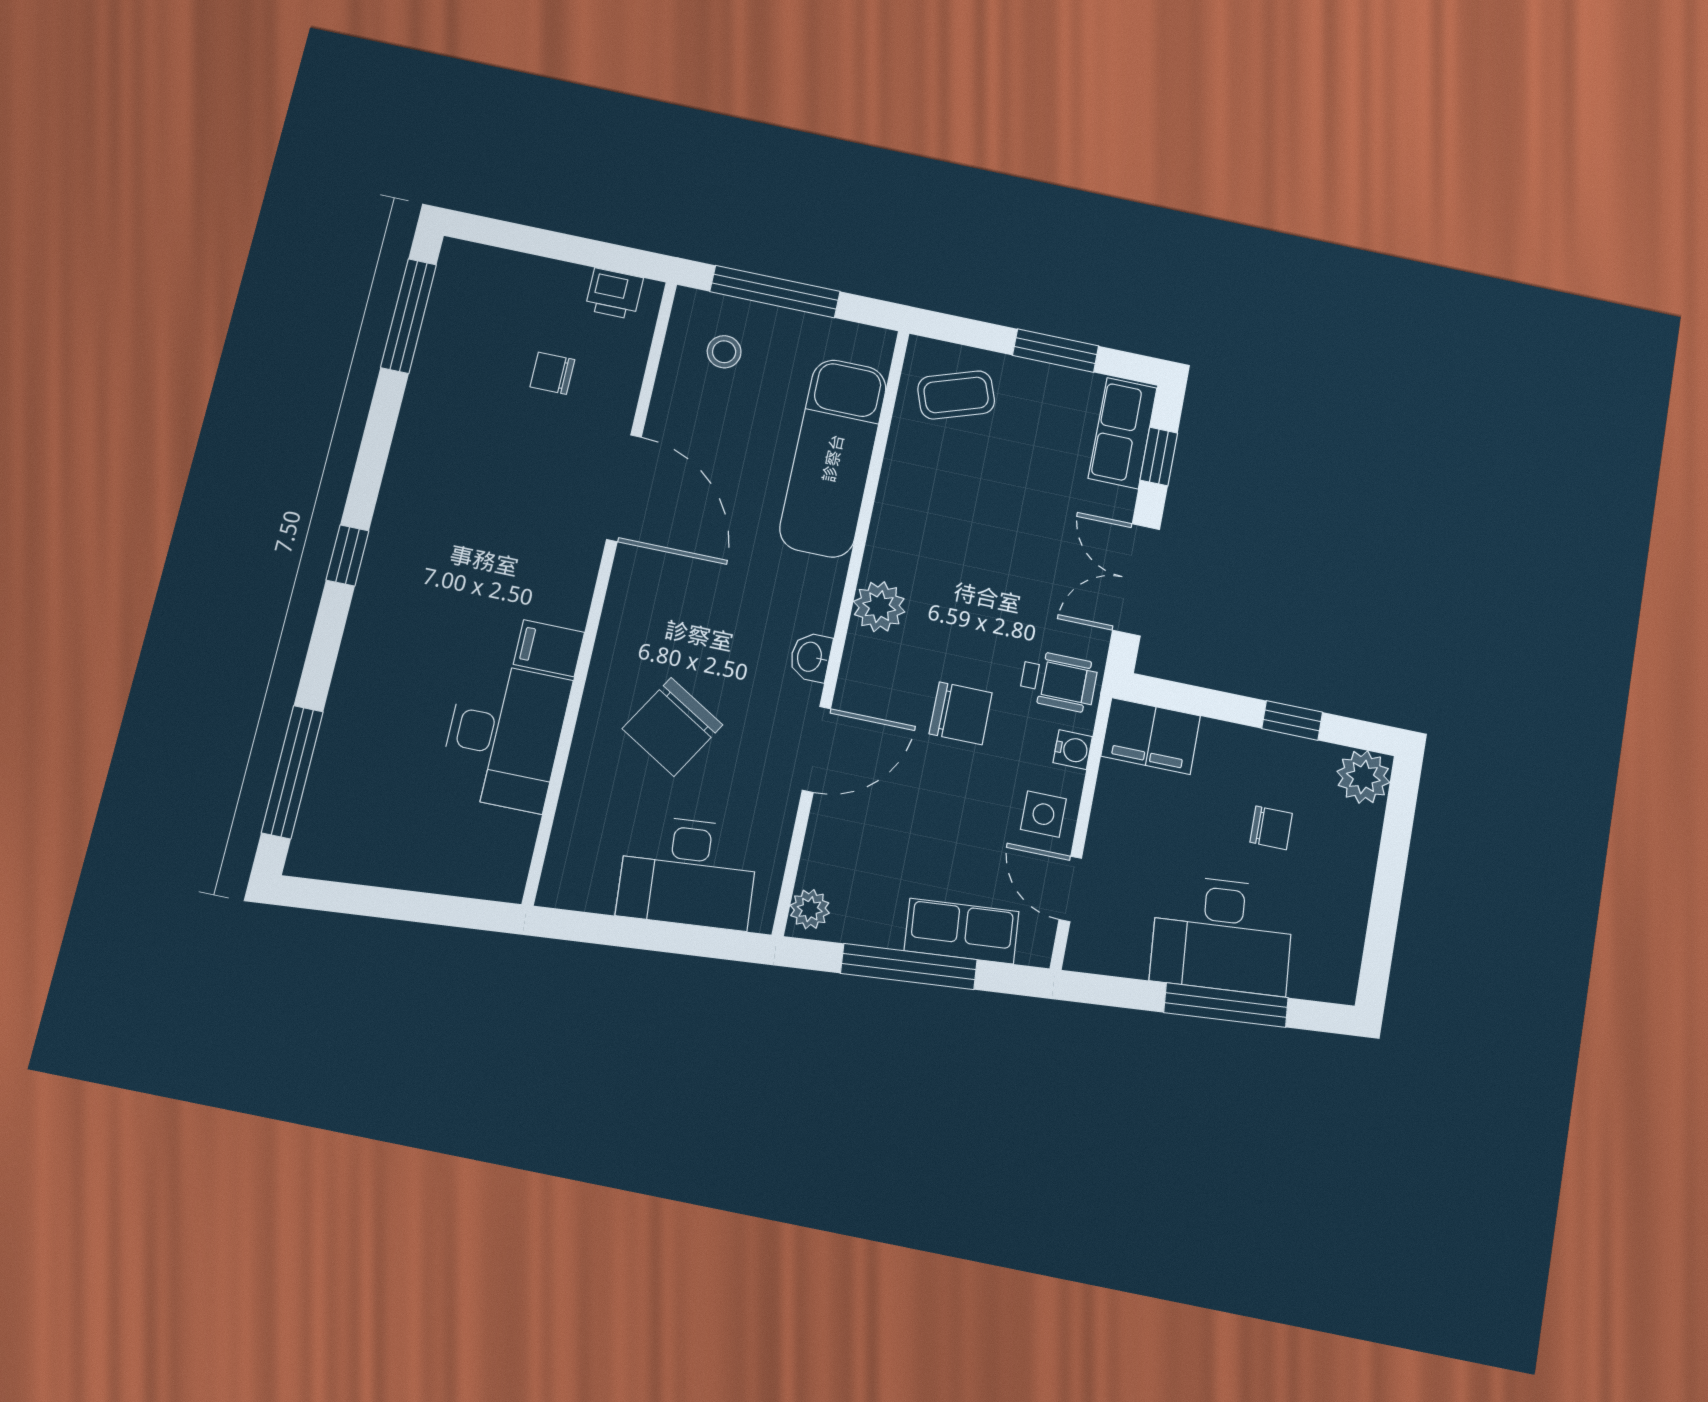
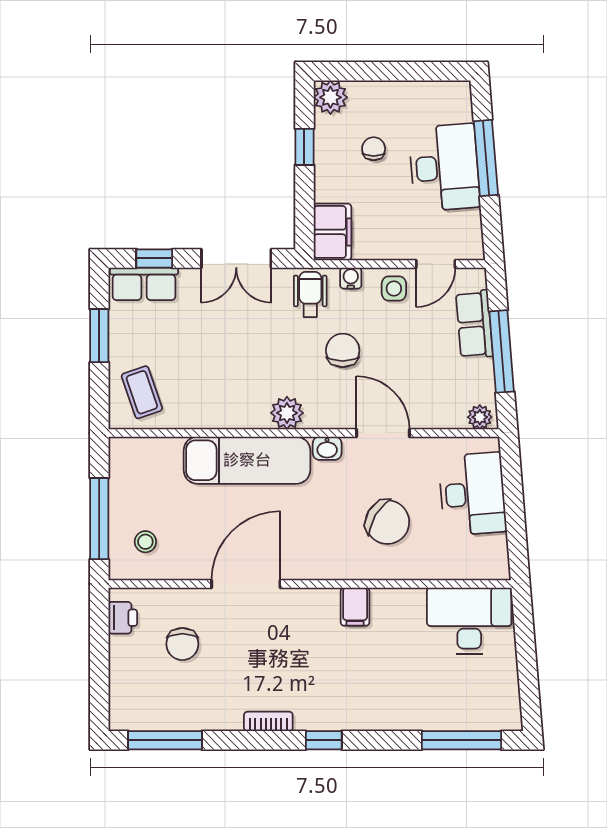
chair: (552, 373) -> (182, 644), width x1.37, depth x1.37
exam couch: (833, 458) -> (247, 460), moved
bookcase: (399, 477) -> (268, 721), added
desk: (504, 736) -> (469, 621), moved

